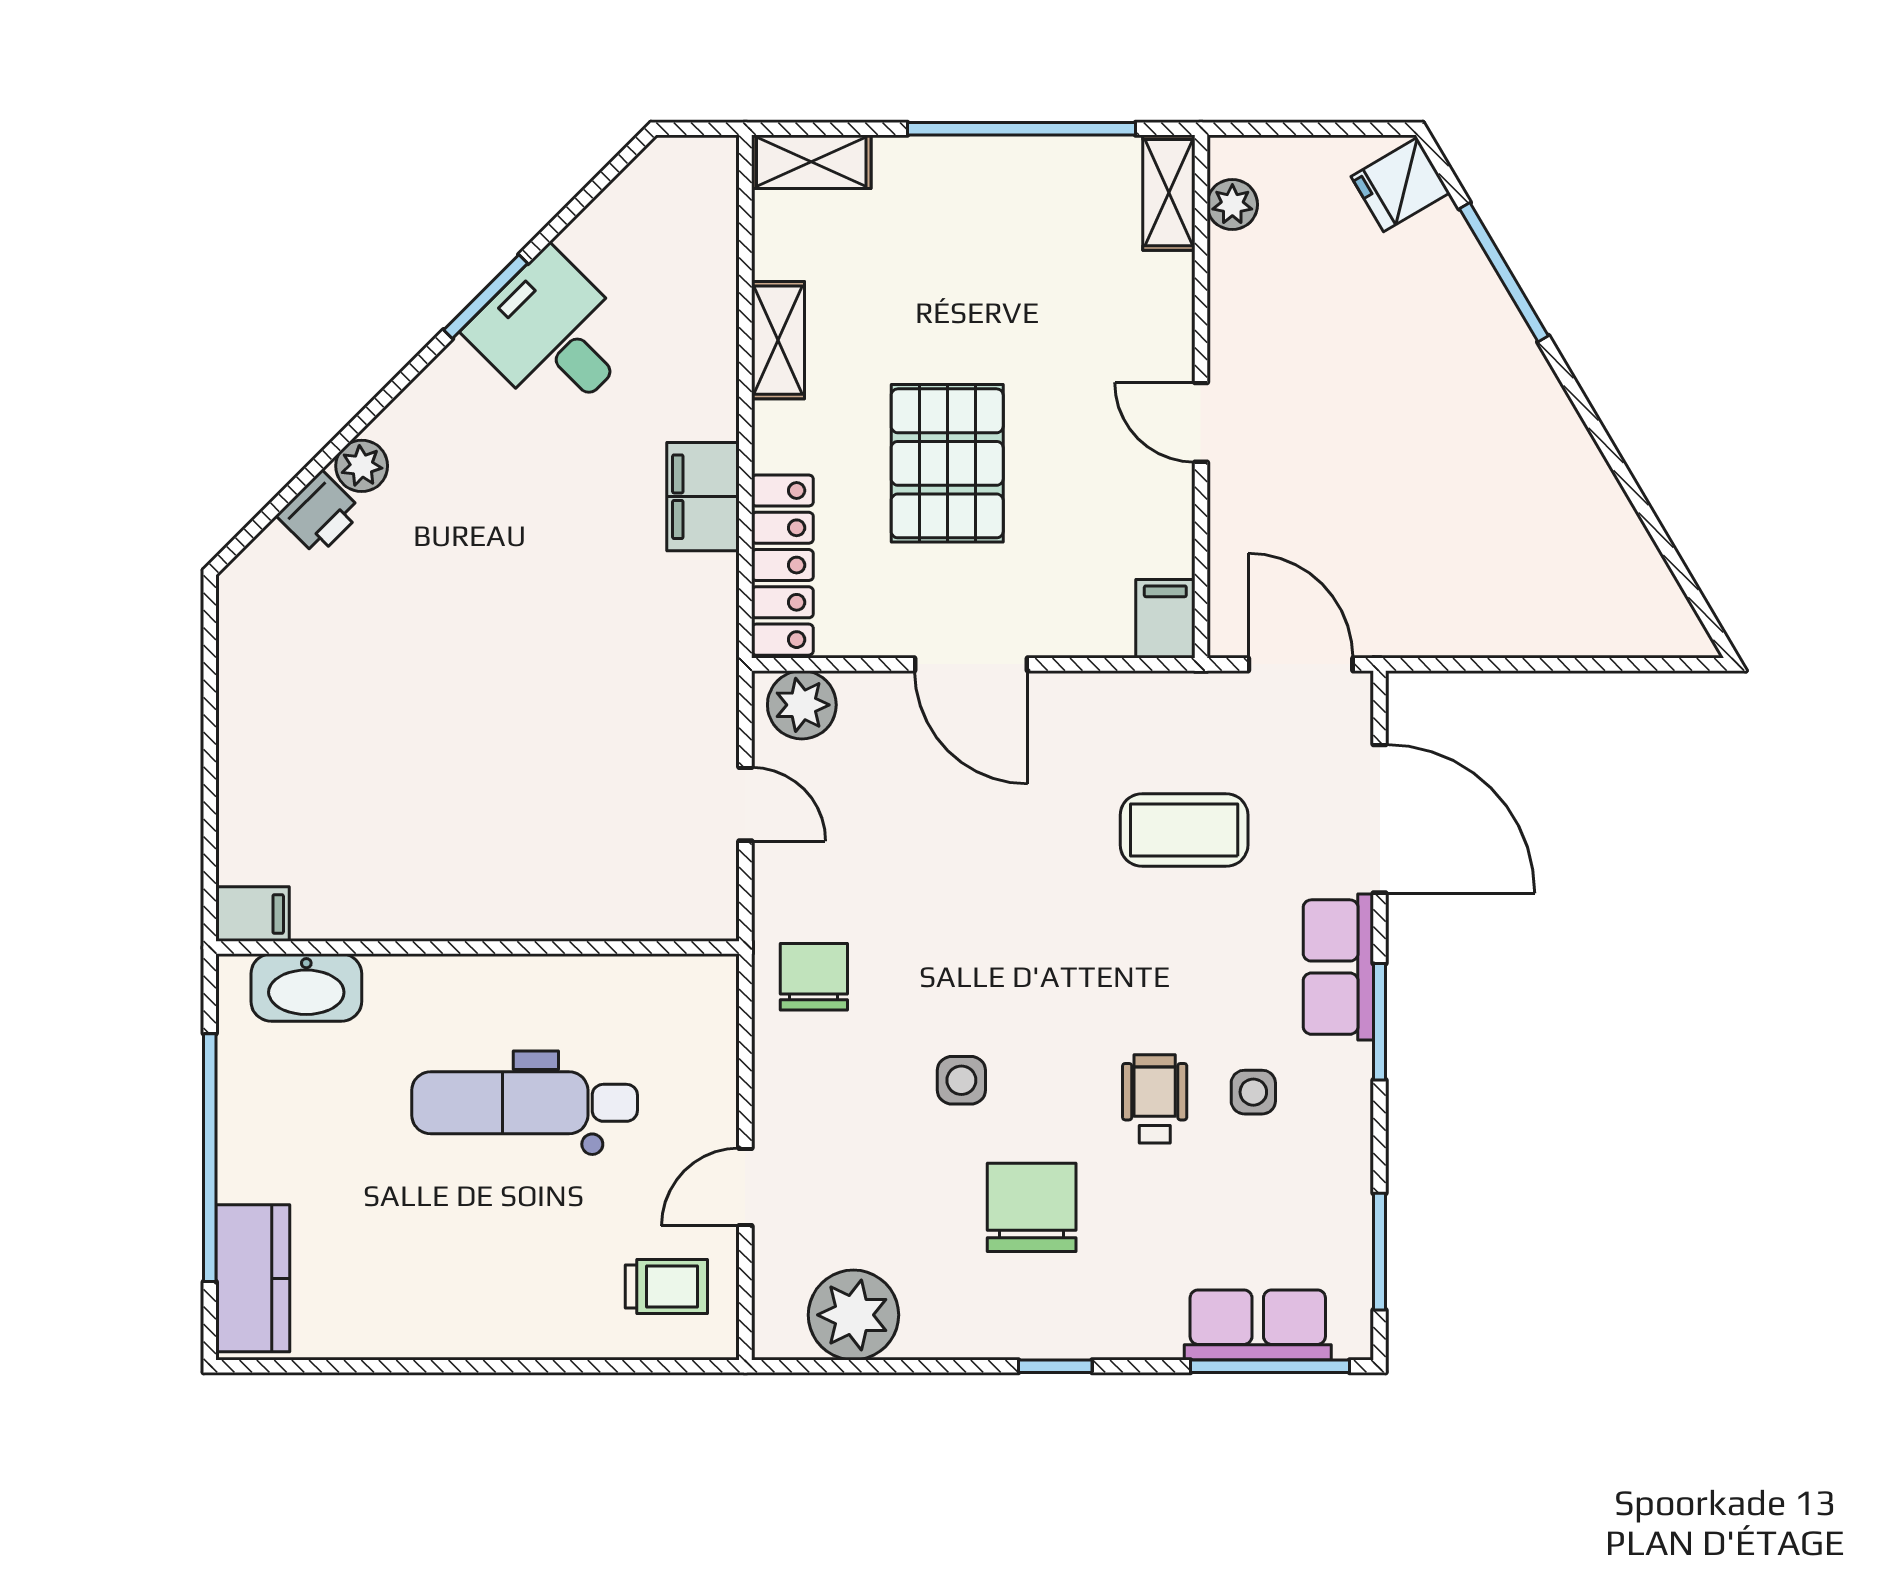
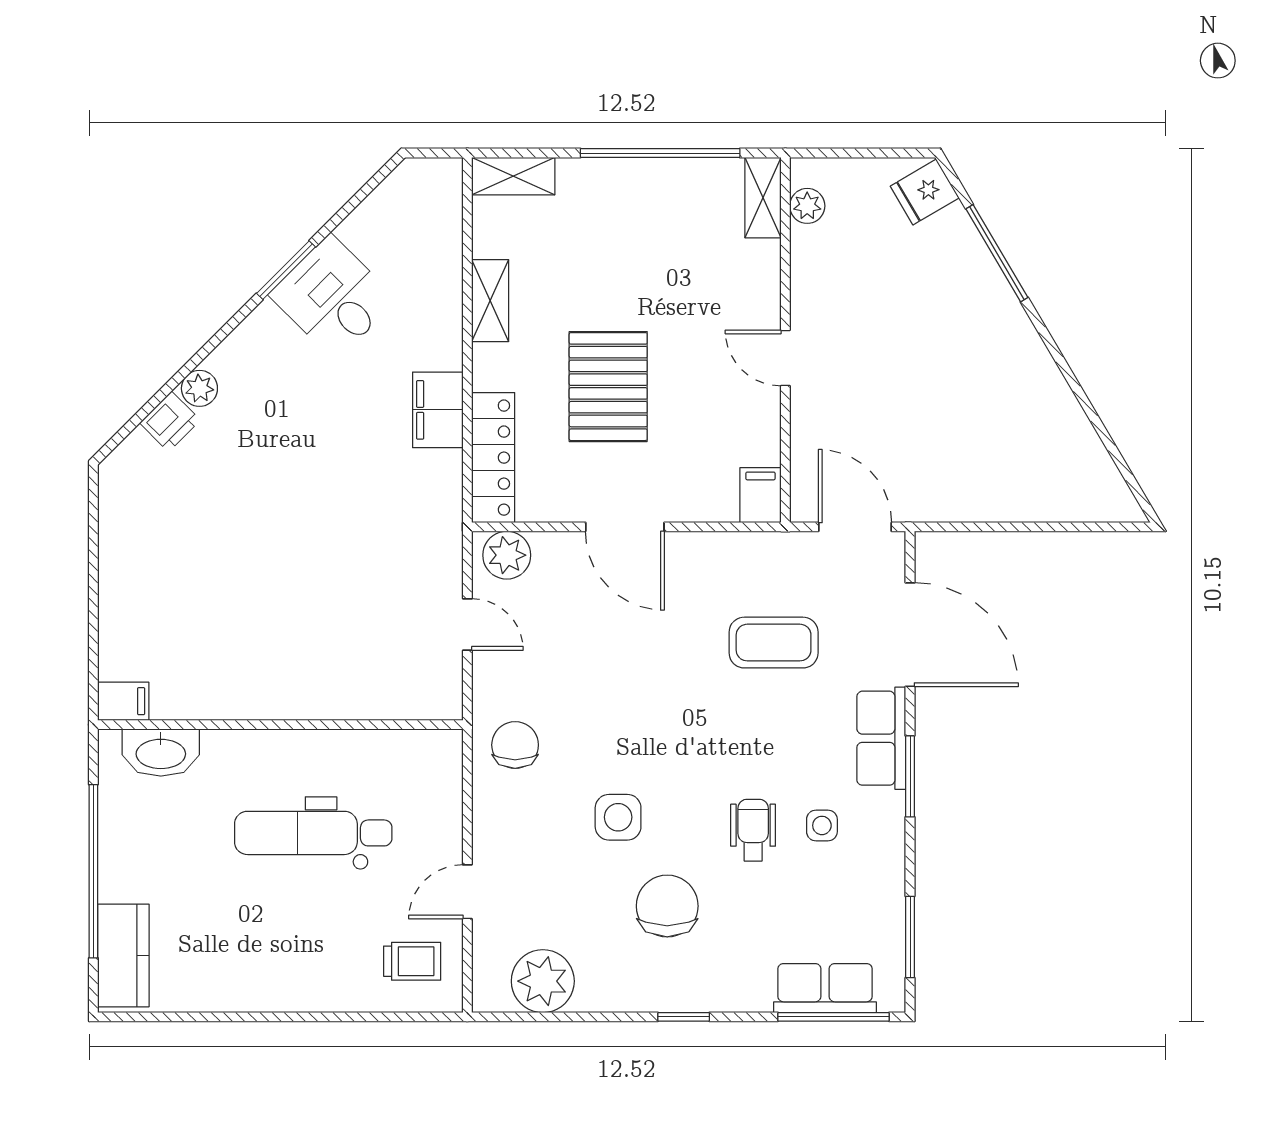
side table: (961, 1080) -> (618, 817), width x1.37, depth x1.37

